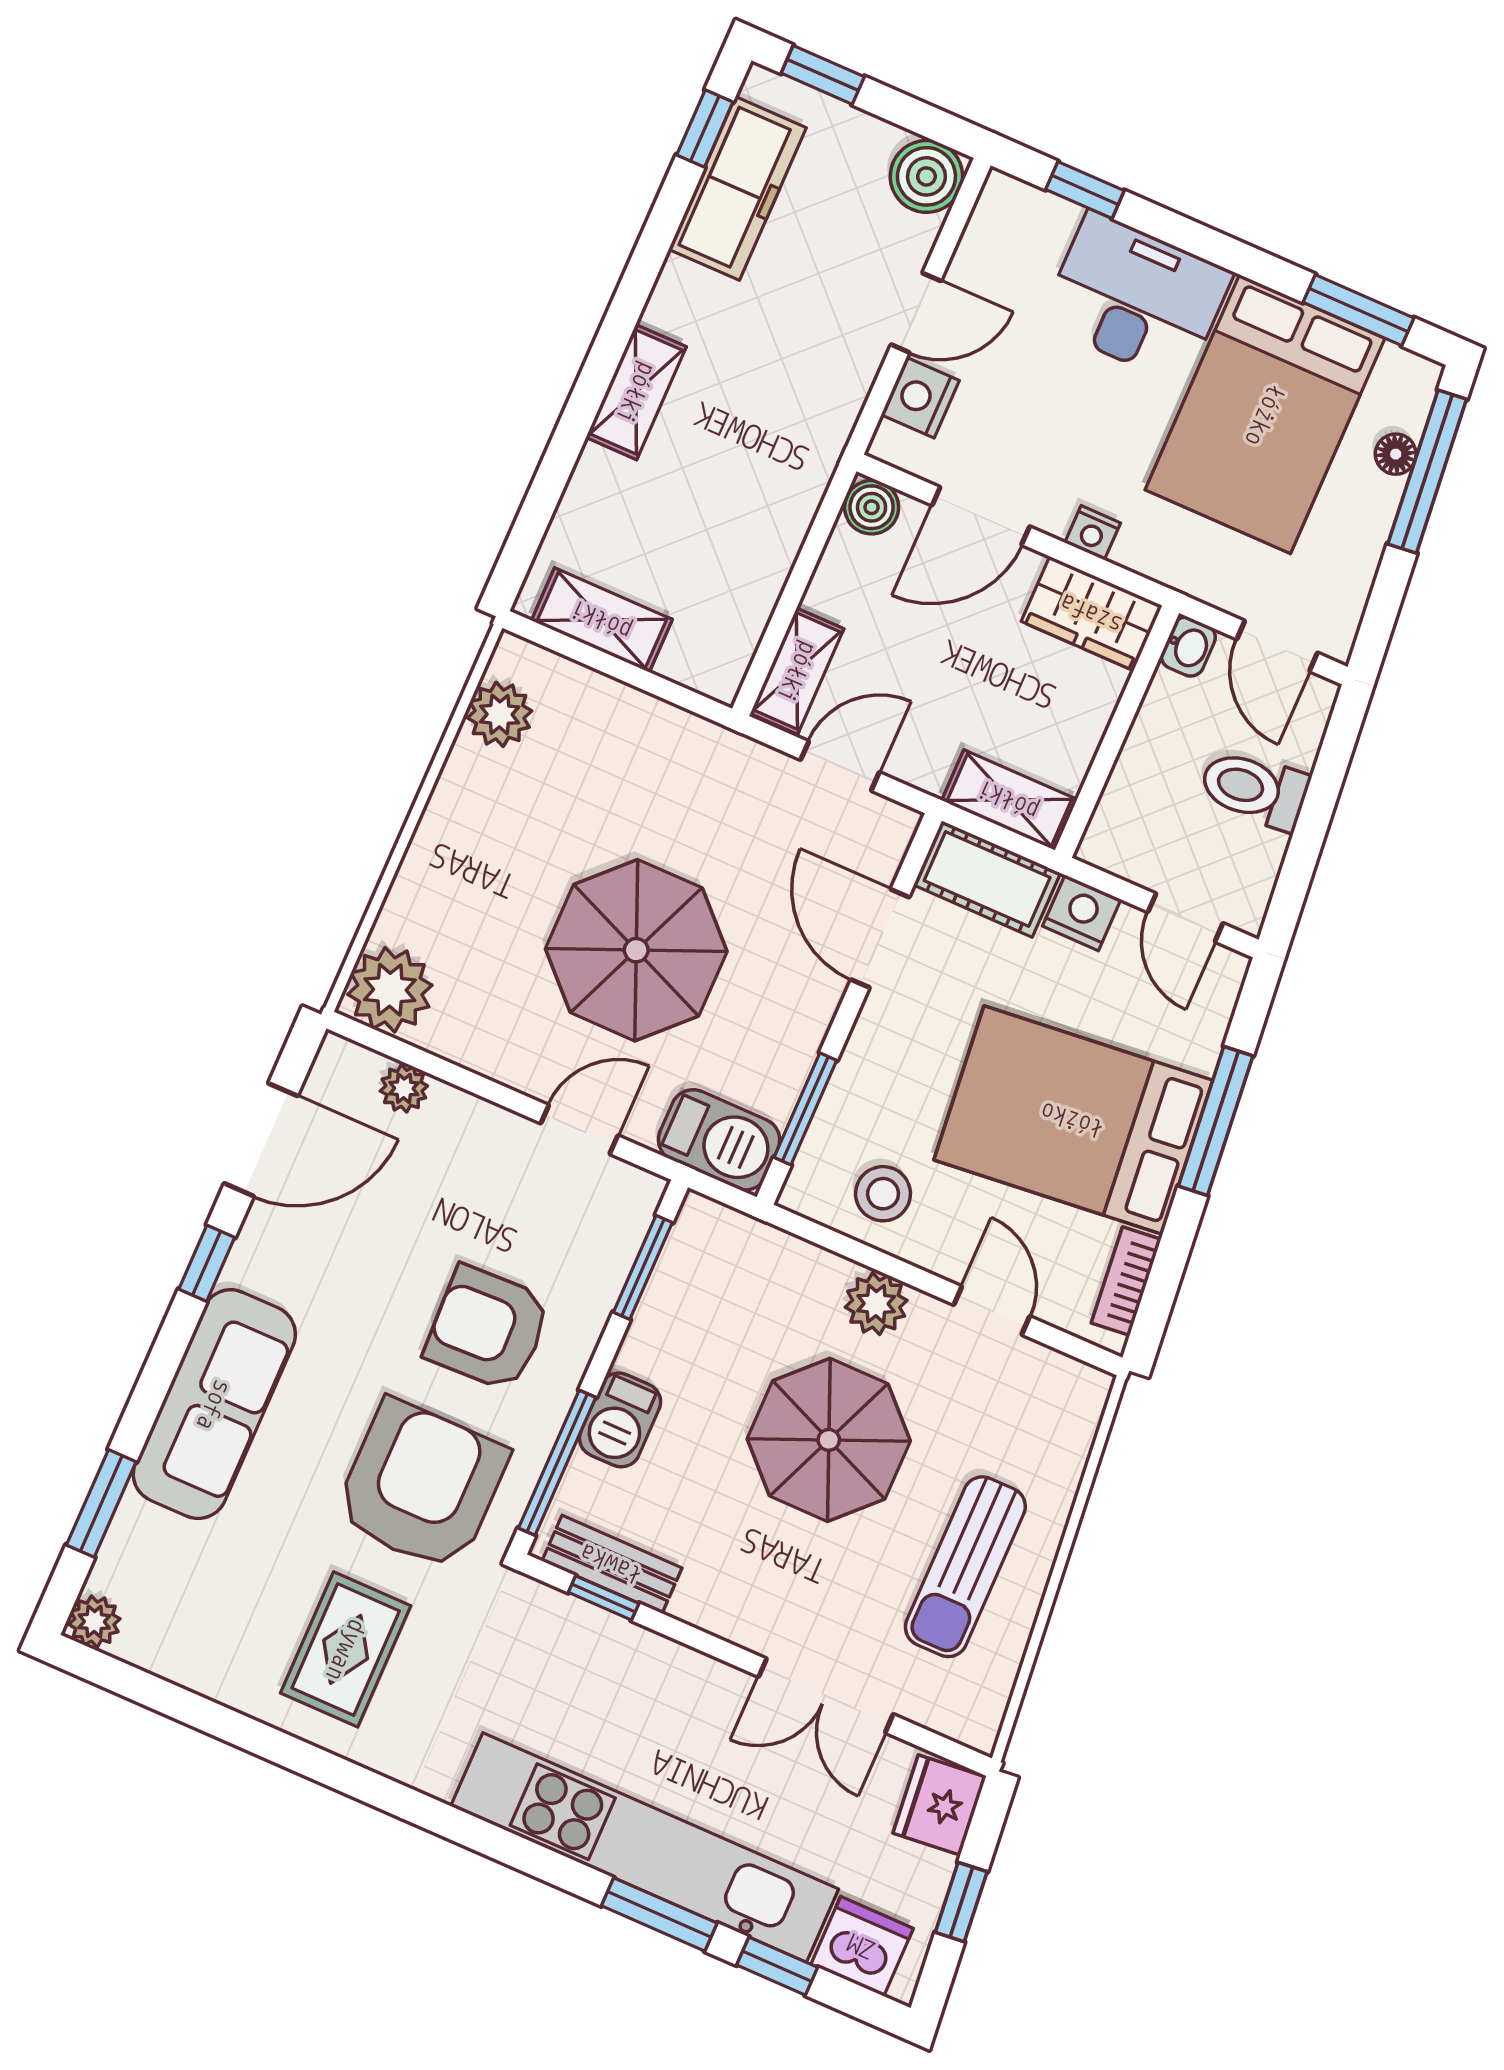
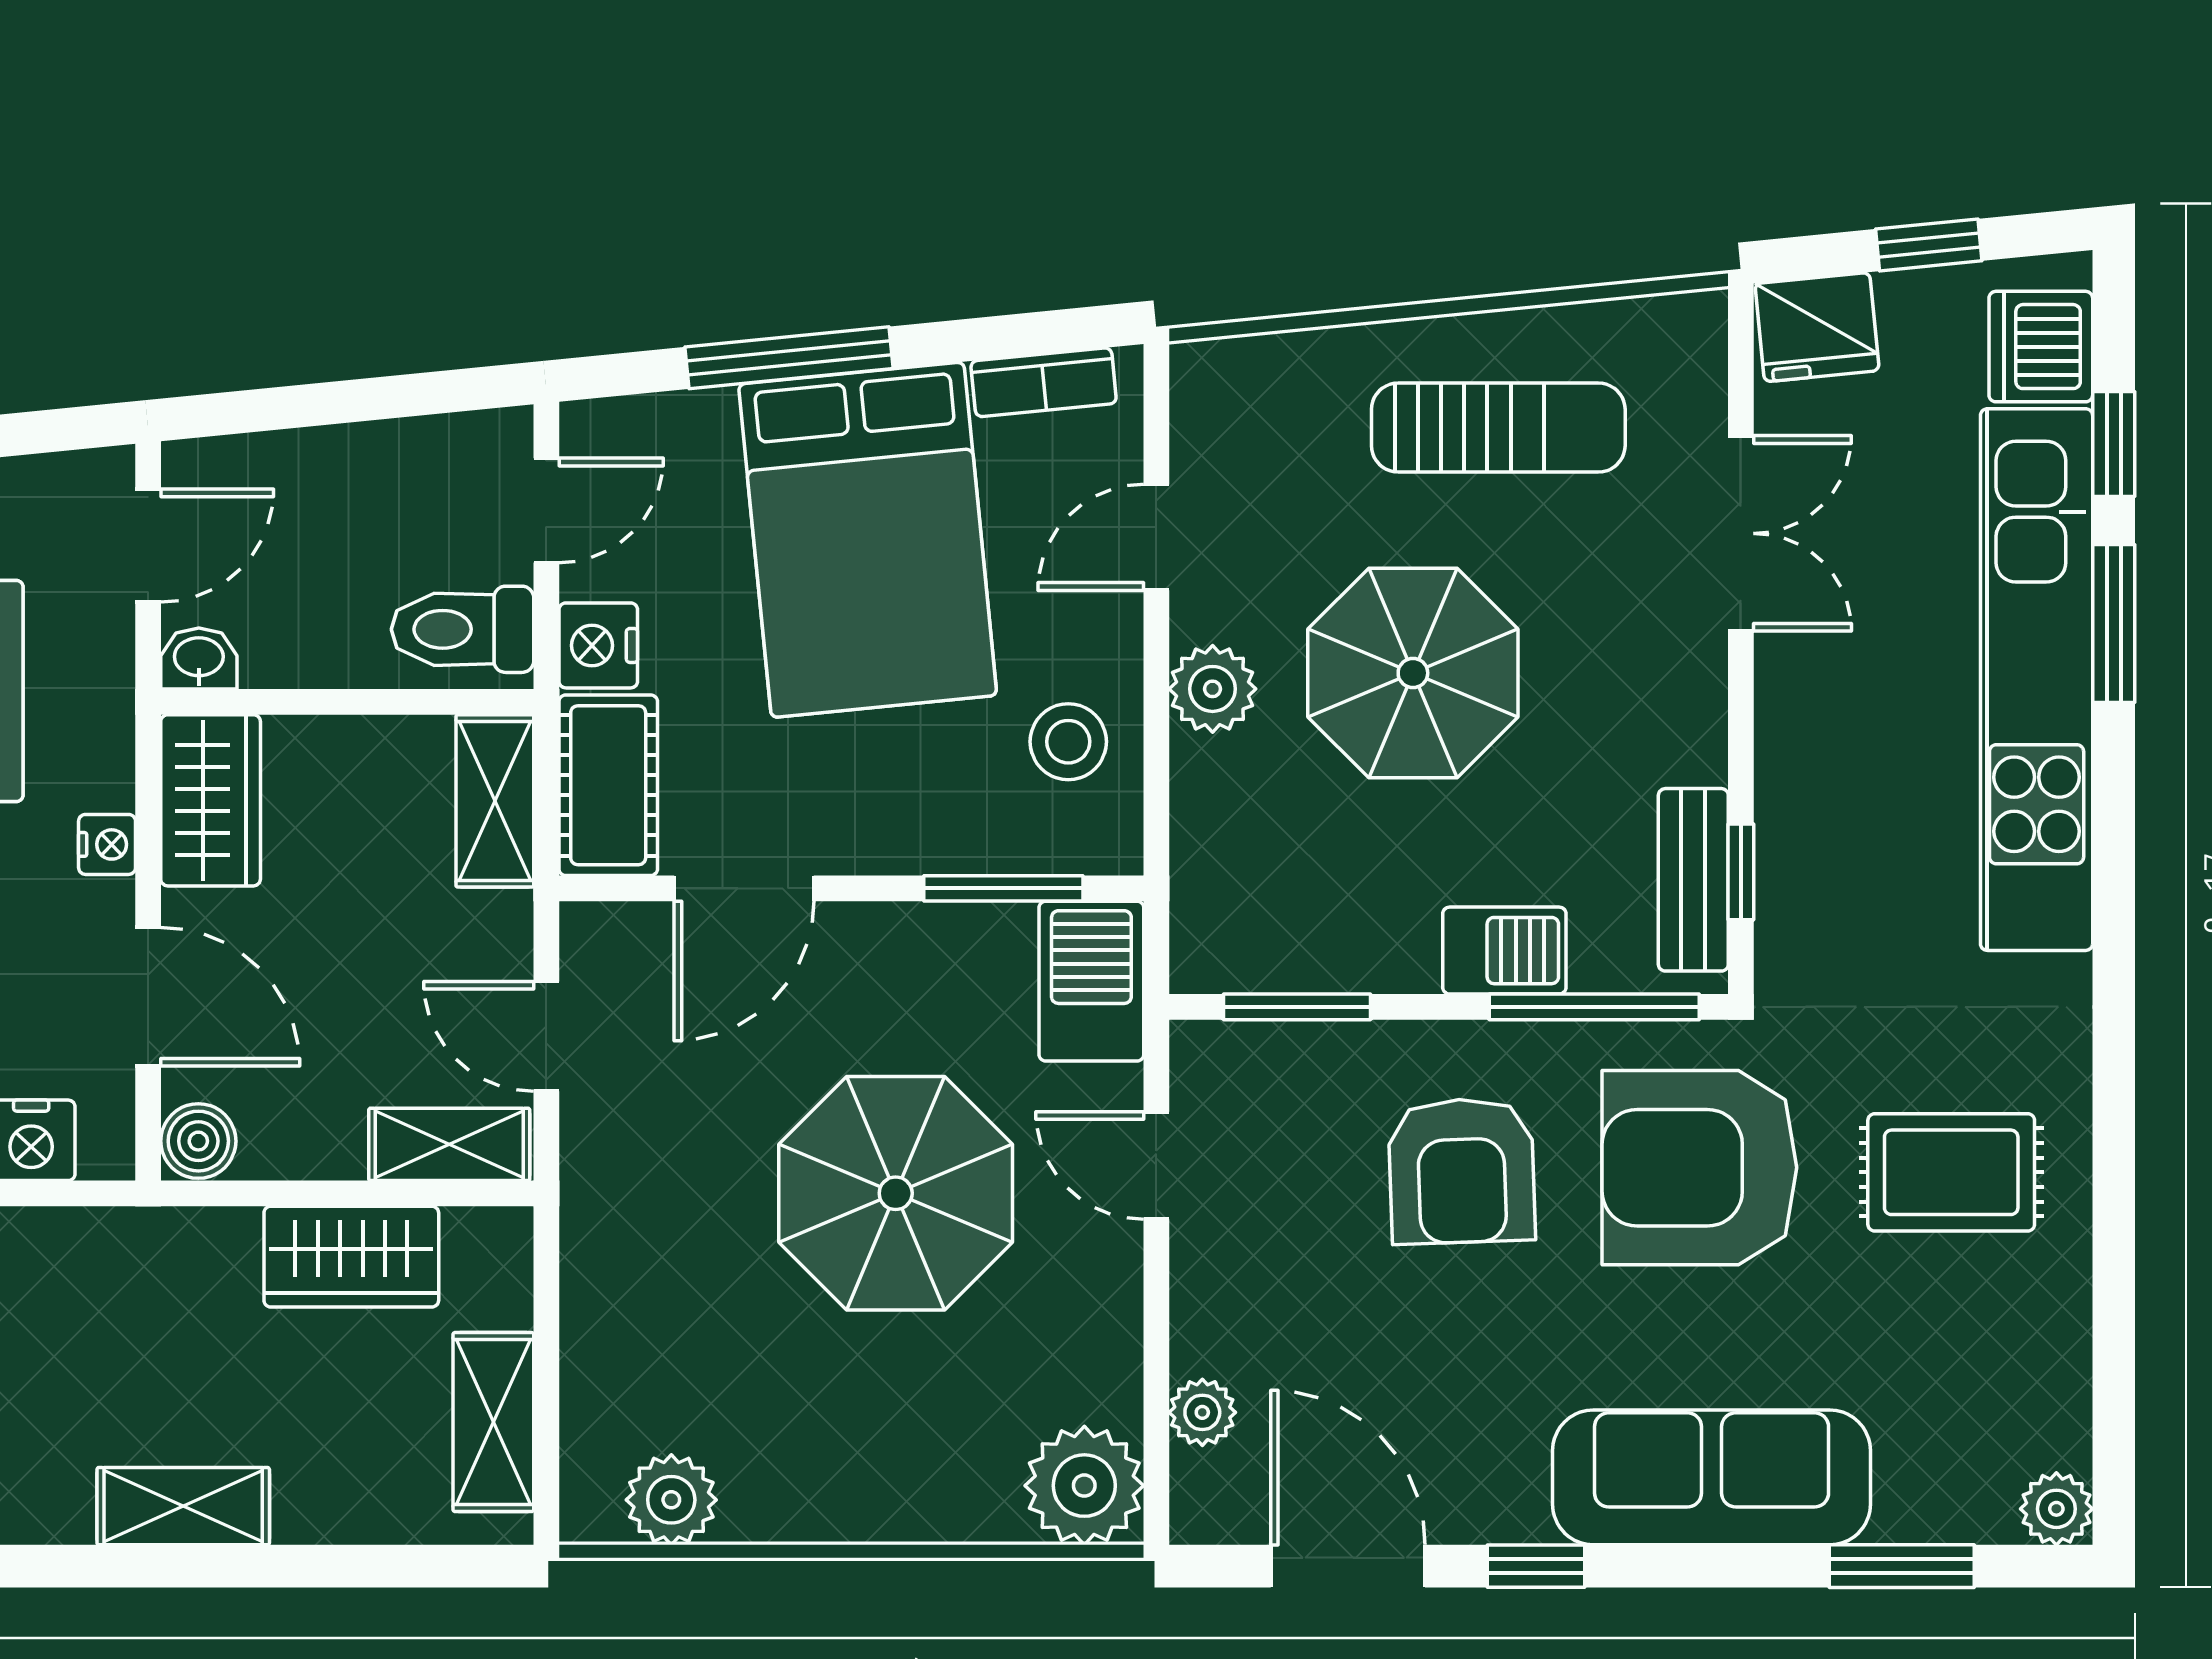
wardrobe: (752, 574) -> (351, 1257), added
toilet: (1254, 789) -> (462, 629), moved, turned 96

